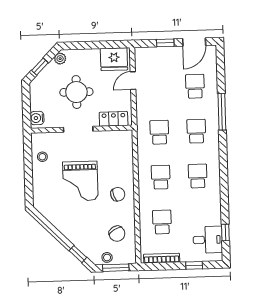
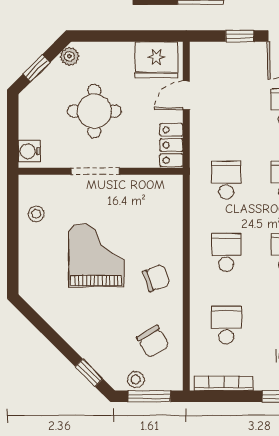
locker: (114, 119) -> (171, 145), moved, turned -90
grand piano: (80, 181) -> (96, 255), turned 180

